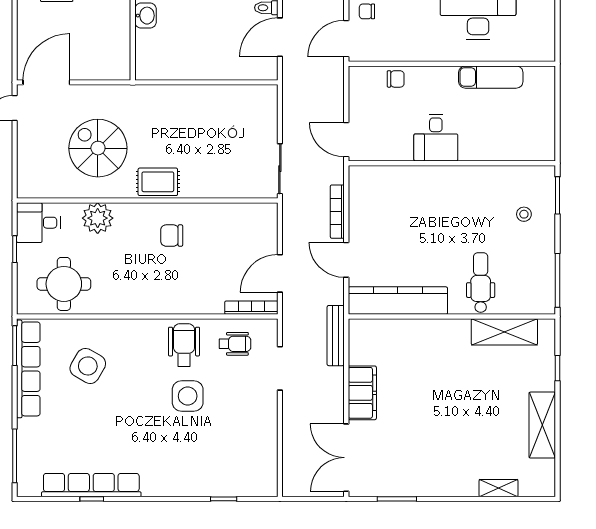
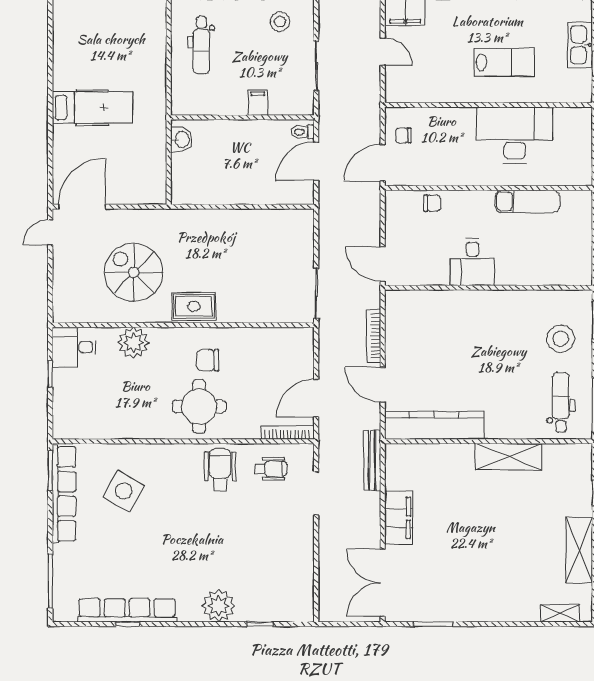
stool: (524, 214) -> (561, 339), width x1.89, depth x1.89
dental chair: (481, 283) -> (561, 402), moved
round table: (64, 284) -> (199, 406), moved
shelving: (504, 332) -> (509, 457), moved
side table: (188, 396) -> (224, 521), removed
plant: (183, 480) -> (219, 606), added
shelving: (499, 488) -> (560, 613), moved

